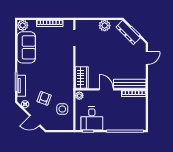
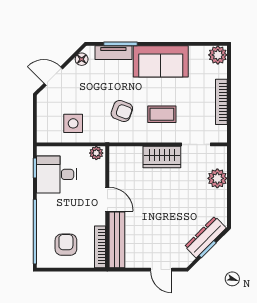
plant: (105, 26) -> (217, 178), moved
sofa: (26, 47) -> (161, 61), moved
coffee table: (57, 58) -> (162, 114), added
wardrobe: (82, 77) -> (162, 157), moved
door: (106, 89) -> (107, 199), hinge flipped
armchair: (44, 98) -> (122, 111), moved
armchair: (132, 113) -> (66, 245), added
door: (35, 121) -> (53, 76), hinge flipped

